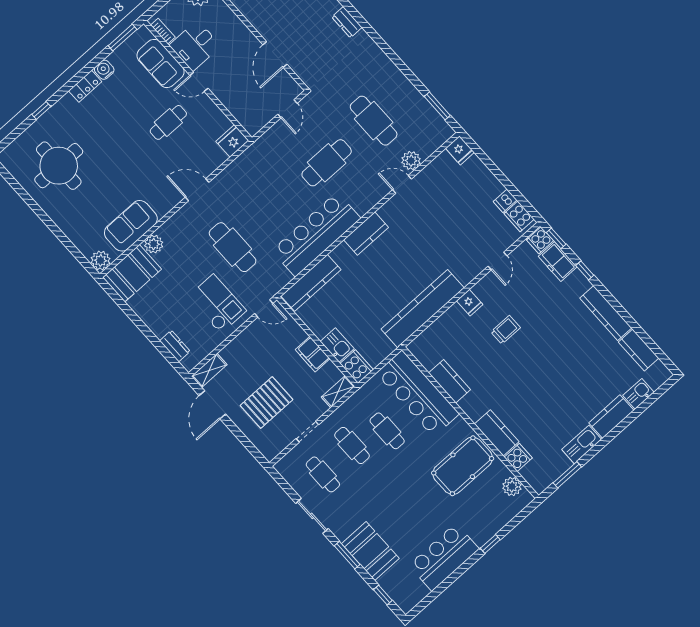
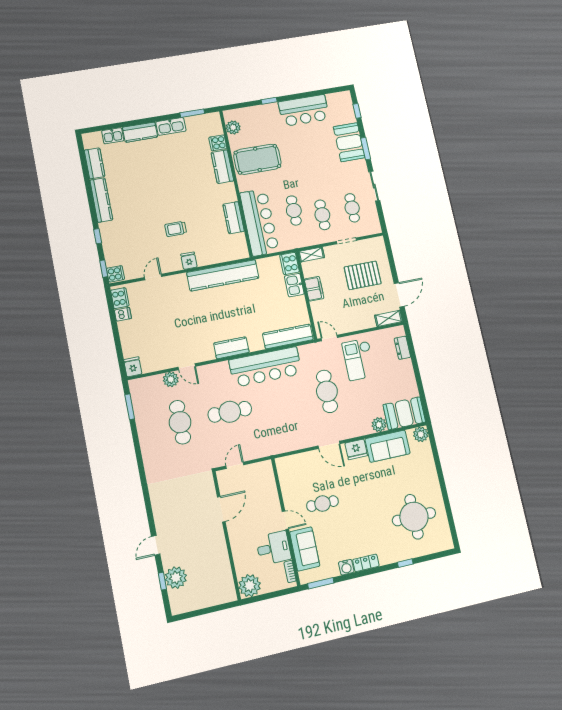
dresser: (347, 22) -> (157, 503), removed
fridge: (232, 141) -> (356, 449), moved
freezer: (558, 262) -> (113, 253), removed

